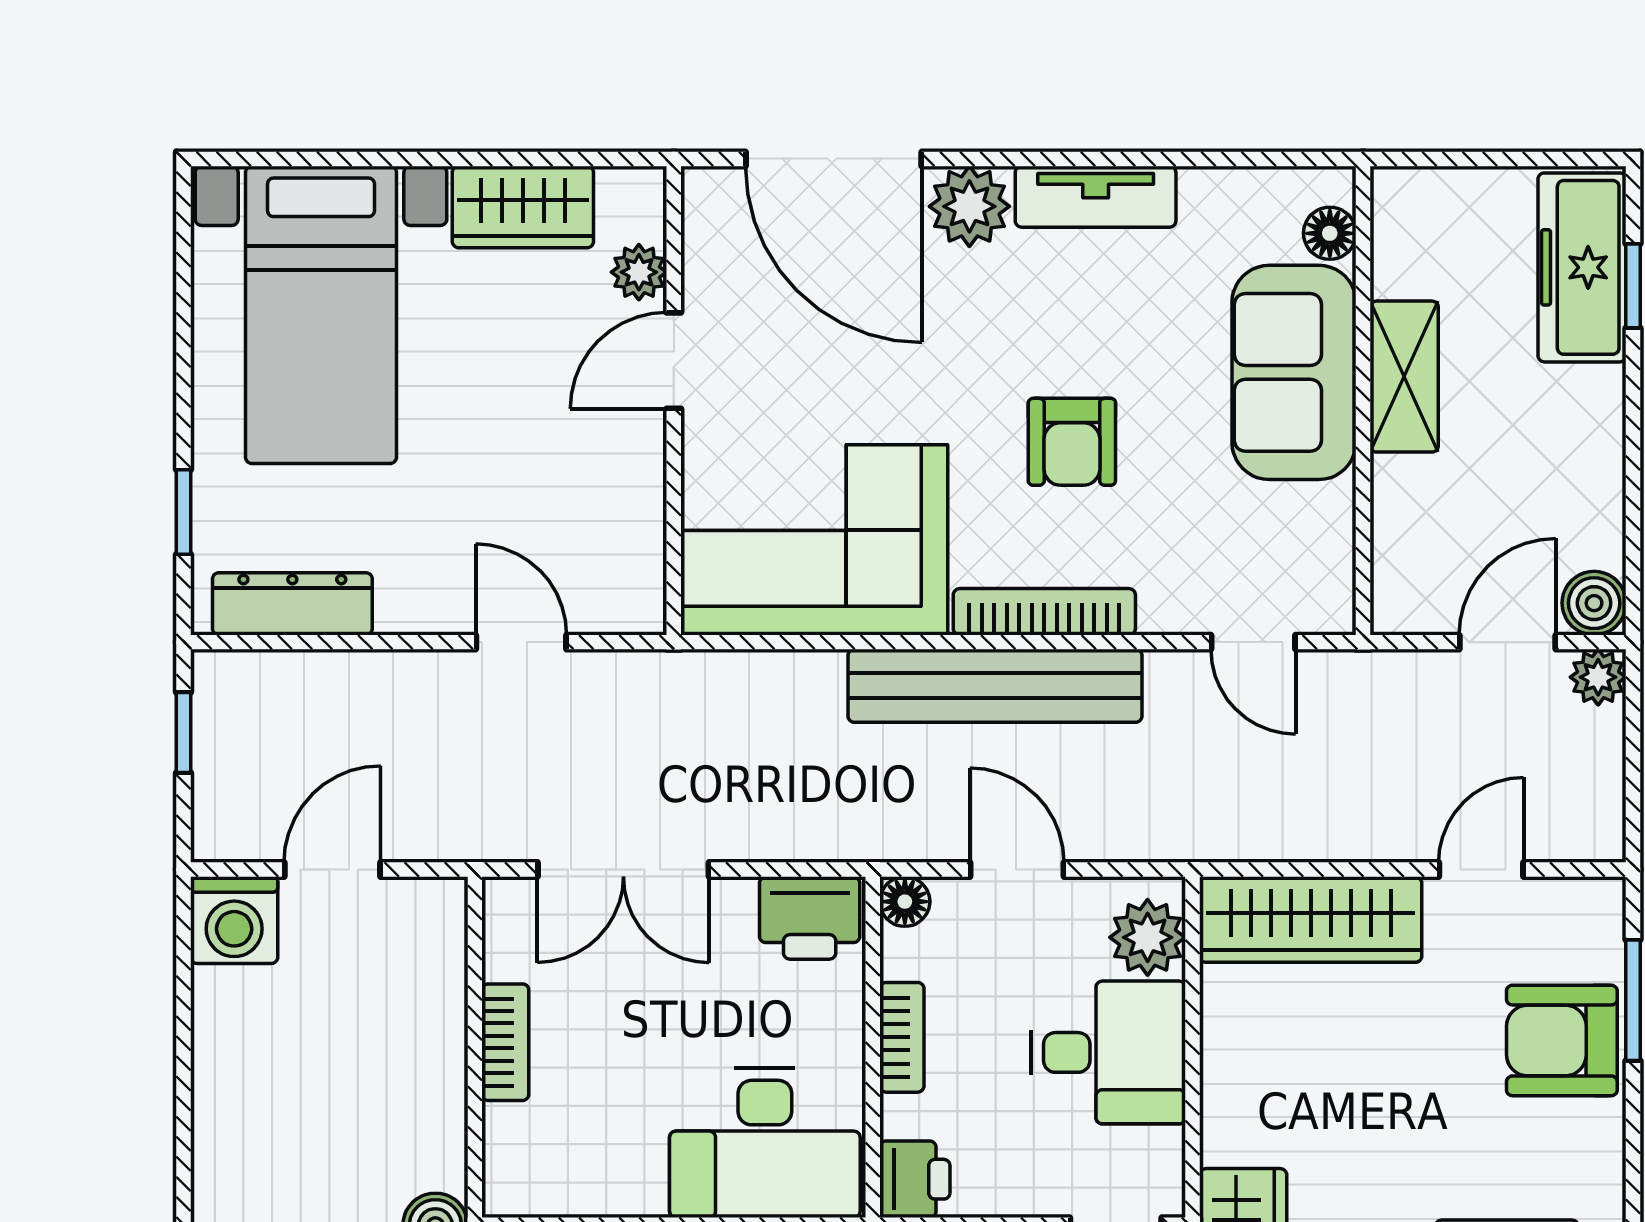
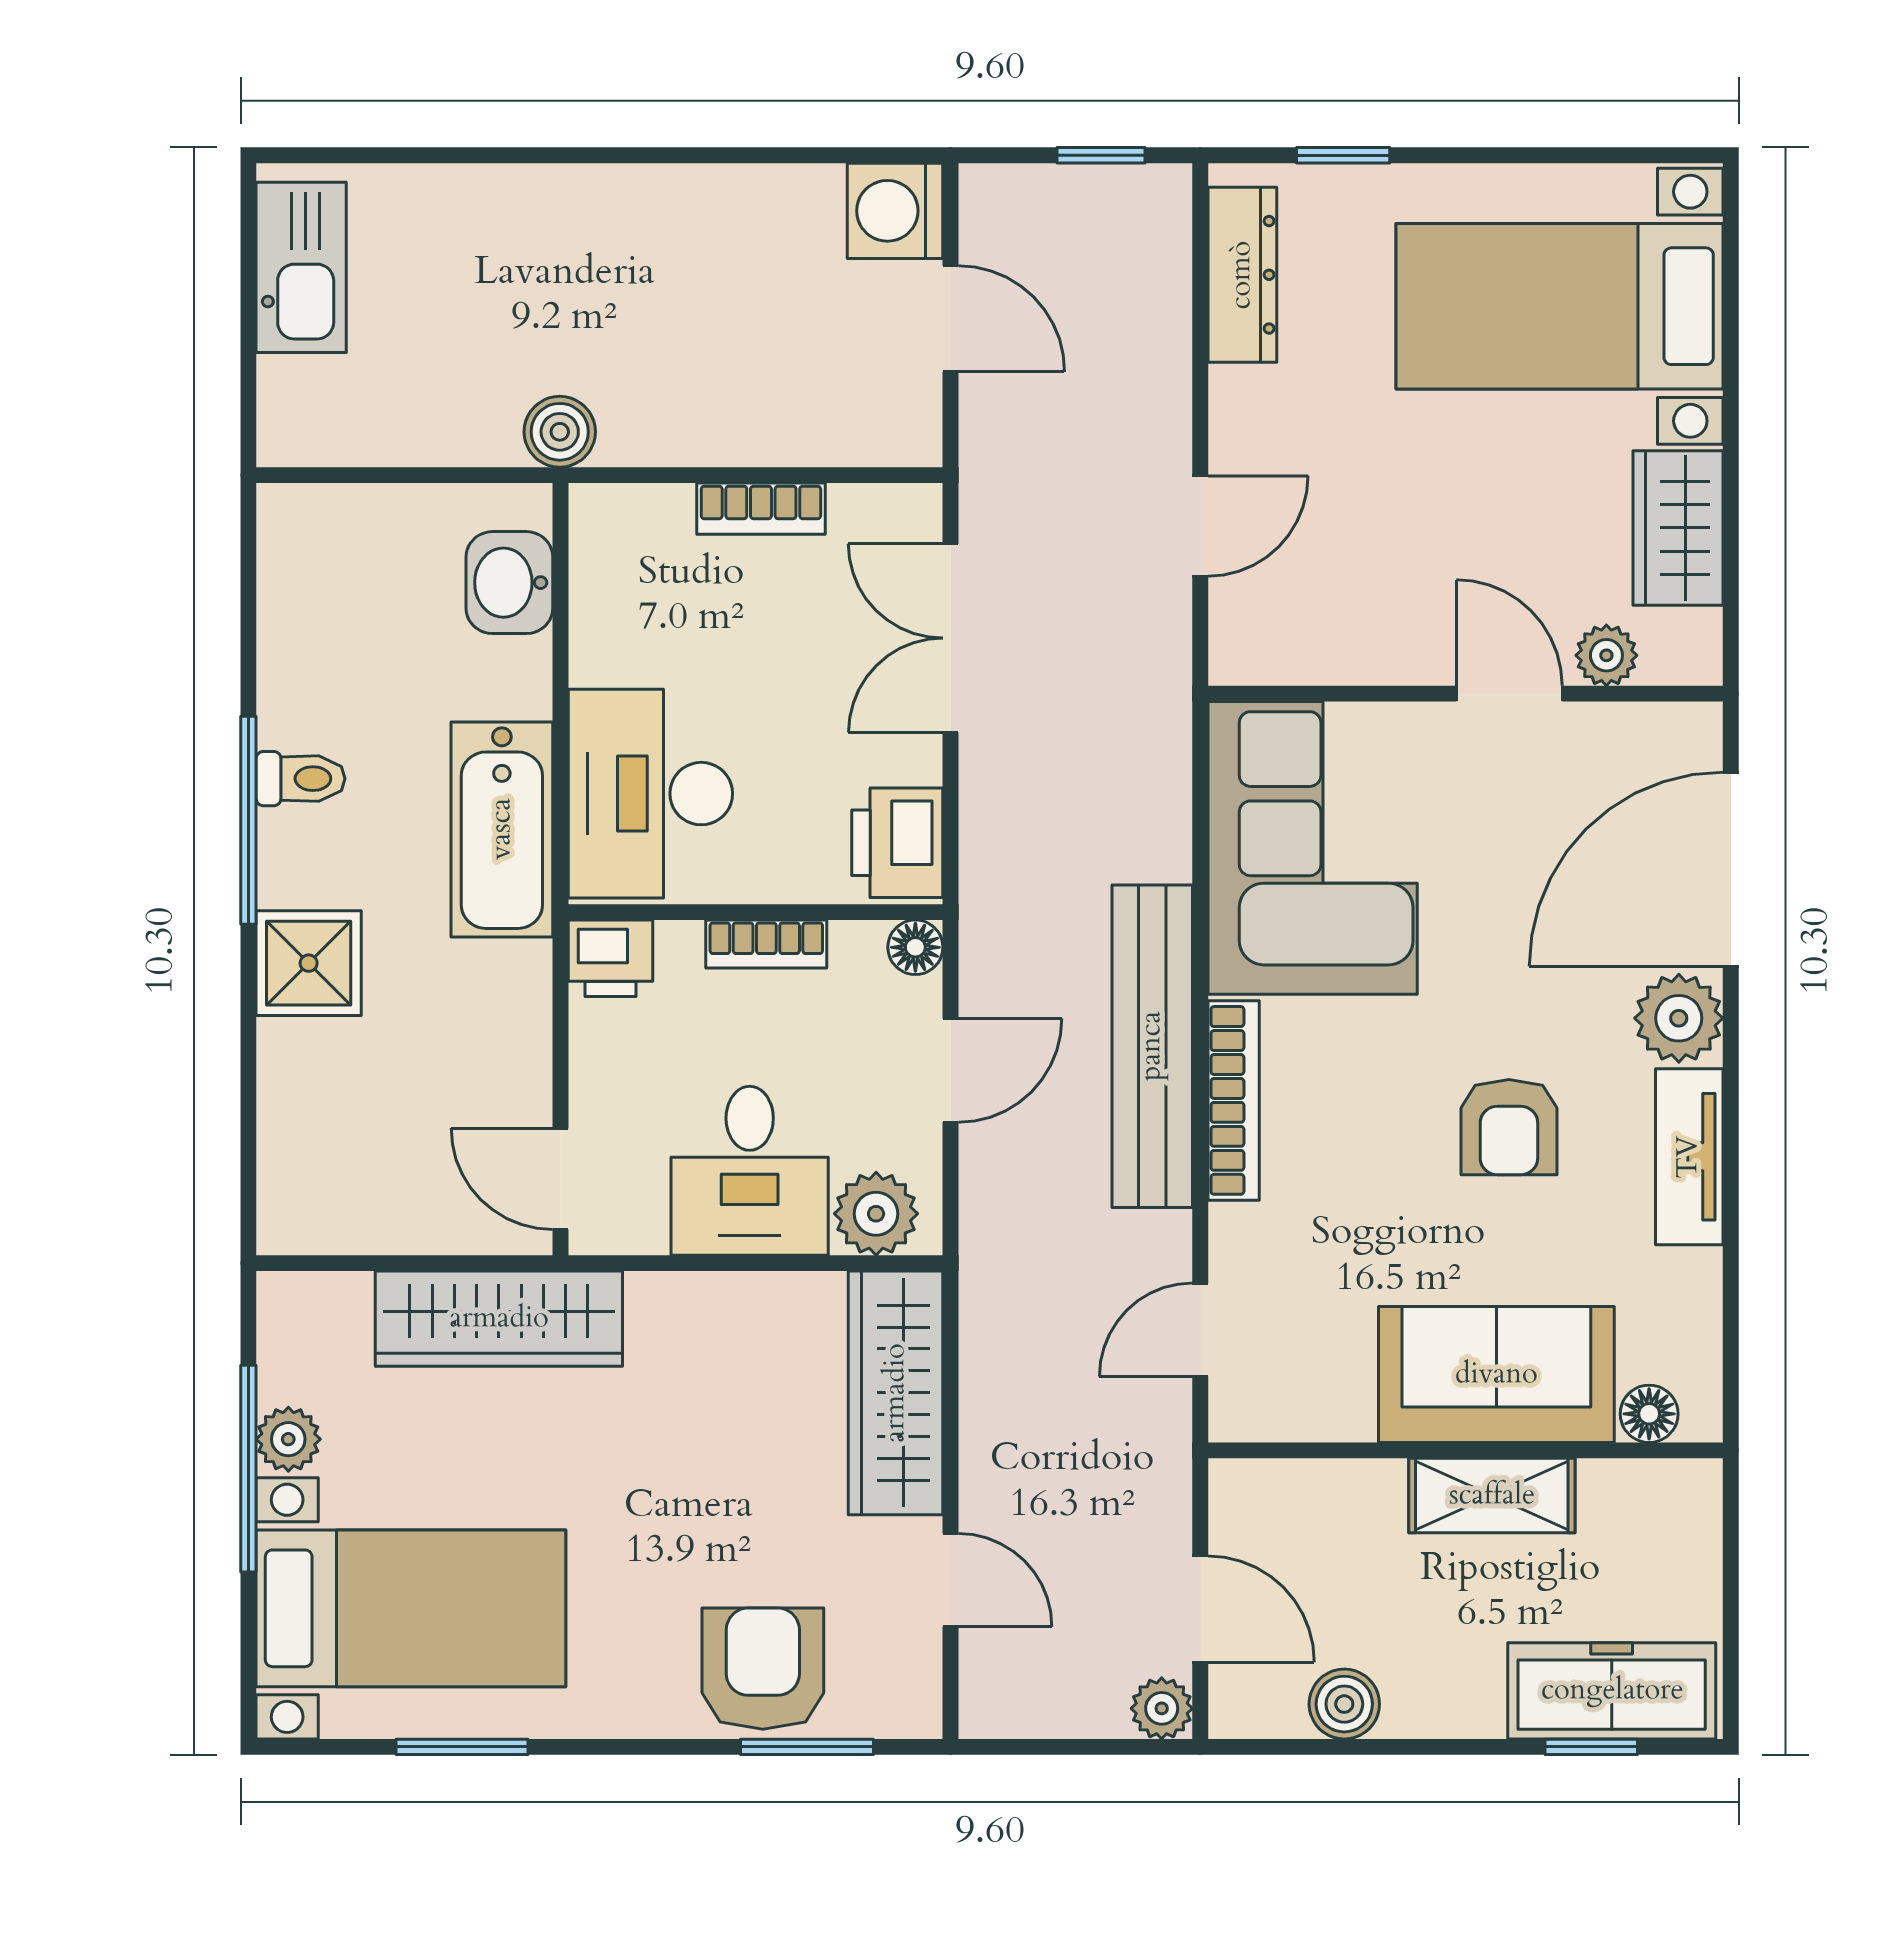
armchair: (1072, 442) -> (1509, 1127), moved, turned -90
boiler: (1594, 603) -> (1344, 1704), moved

